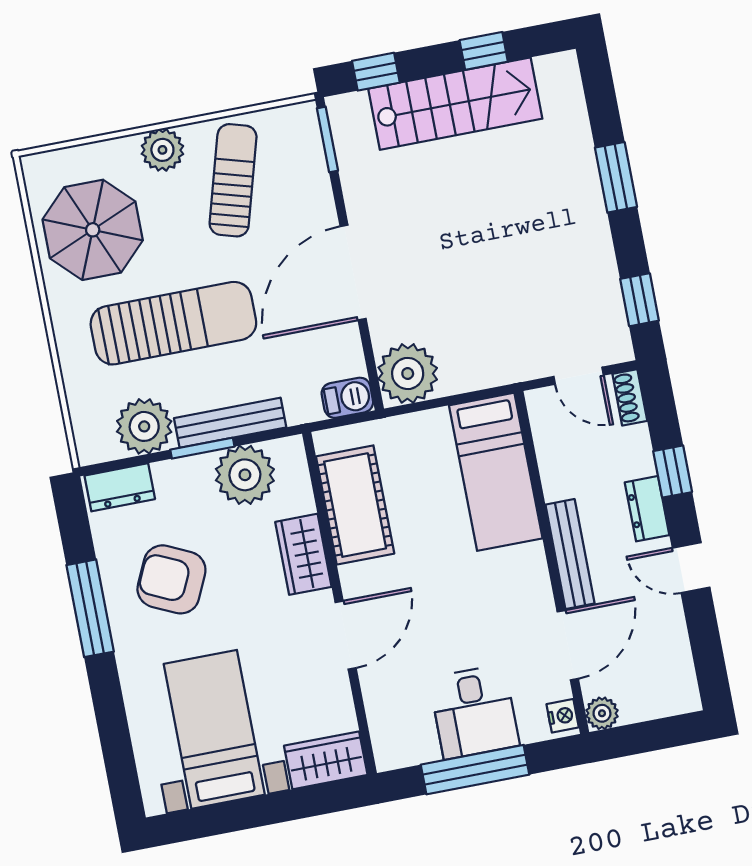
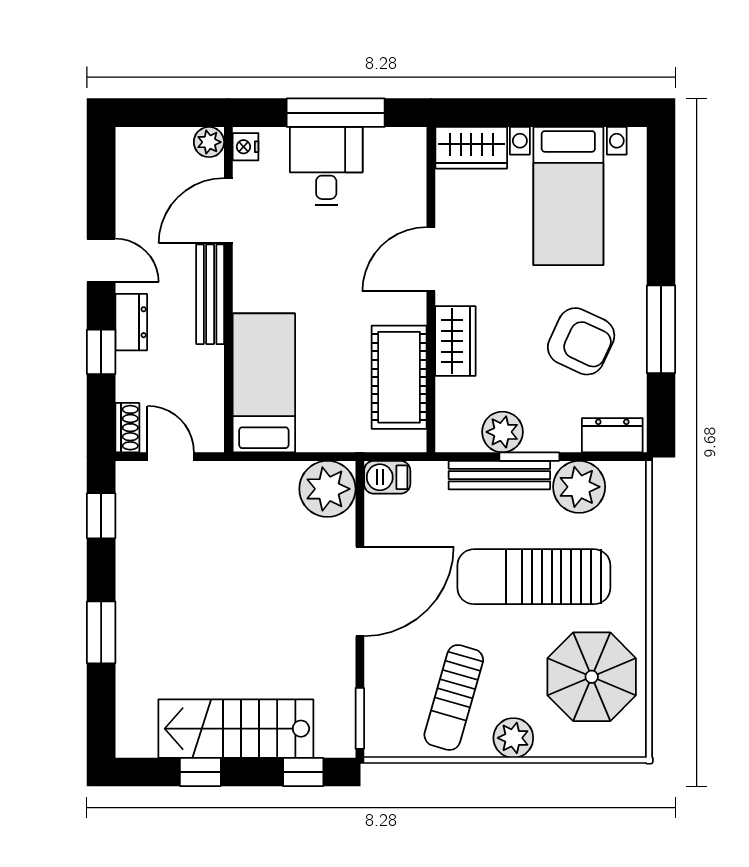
plant: (245, 475) -> (502, 432), width x0.73, depth x0.73

